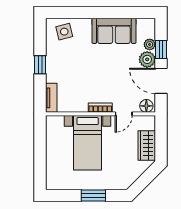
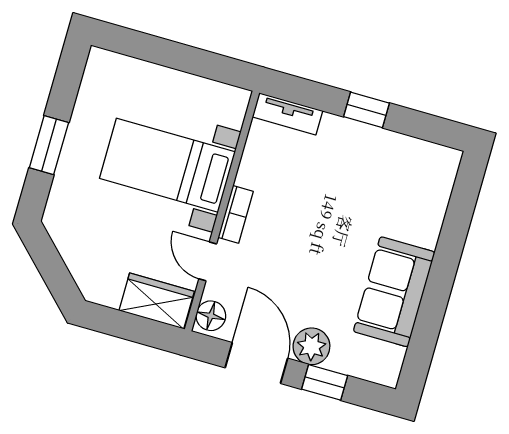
side table: (64, 32) -> (423, 183), removed
plant: (150, 44) -> (342, 361), removed
door: (161, 81) -> (256, 363), hinge flipped
wardrobe: (147, 146) -> (157, 301), moved

